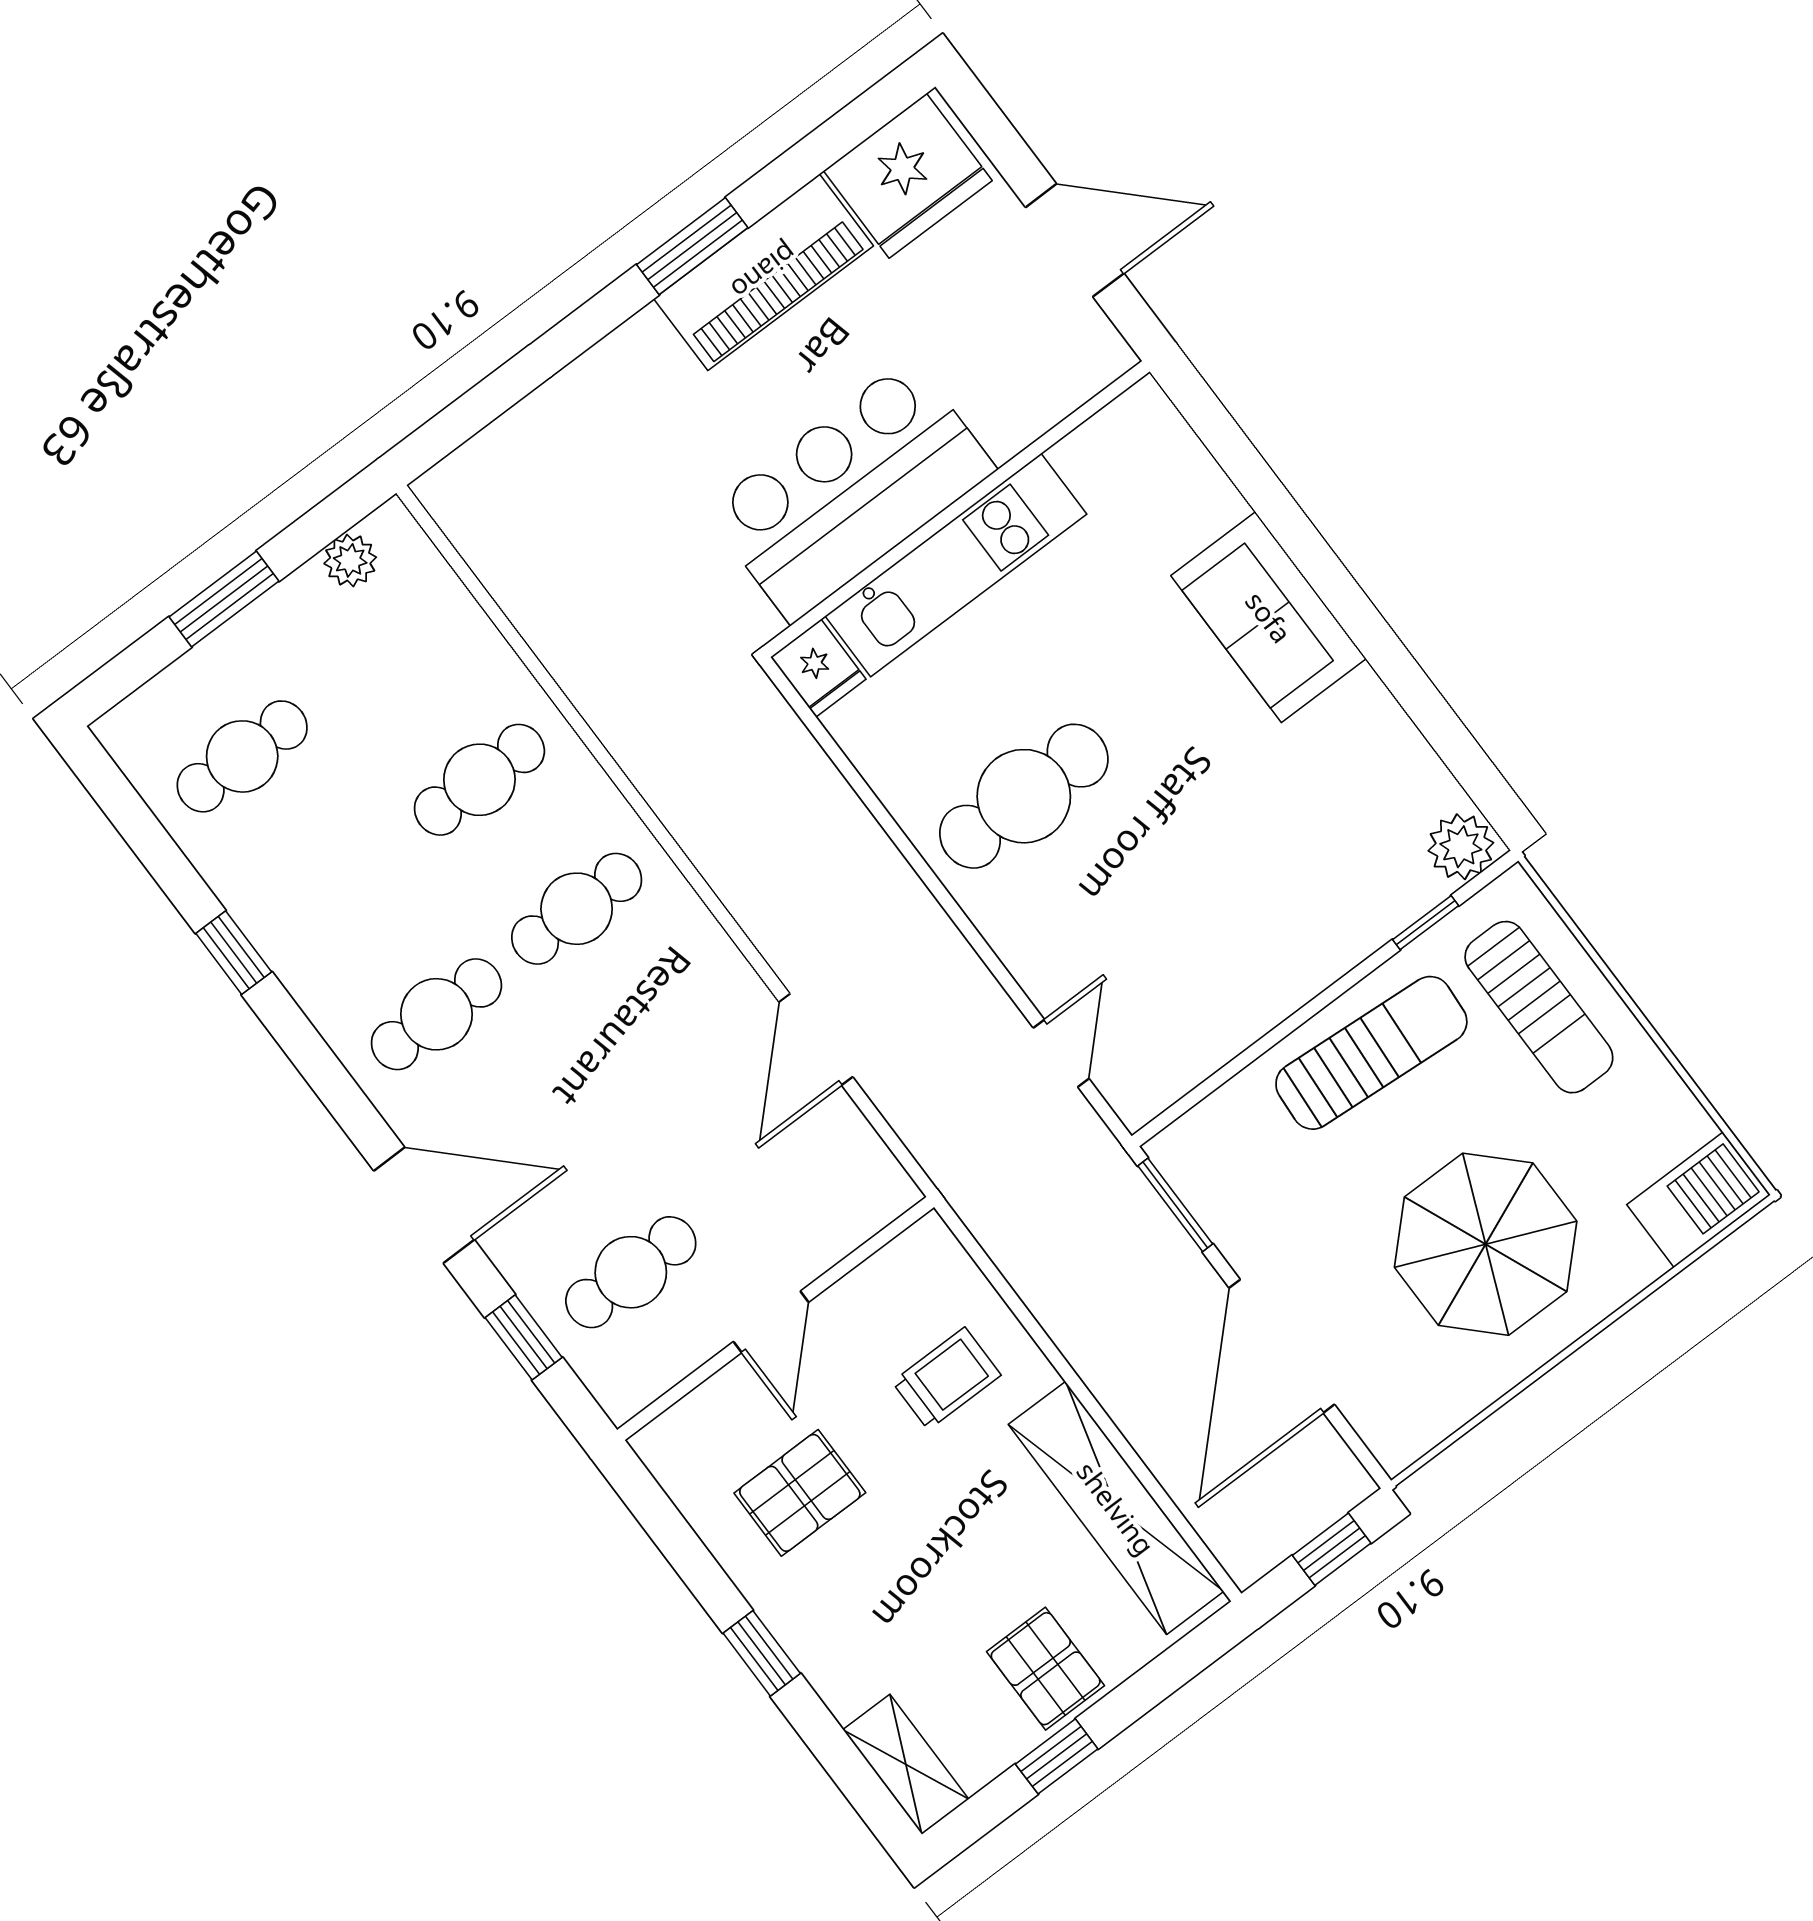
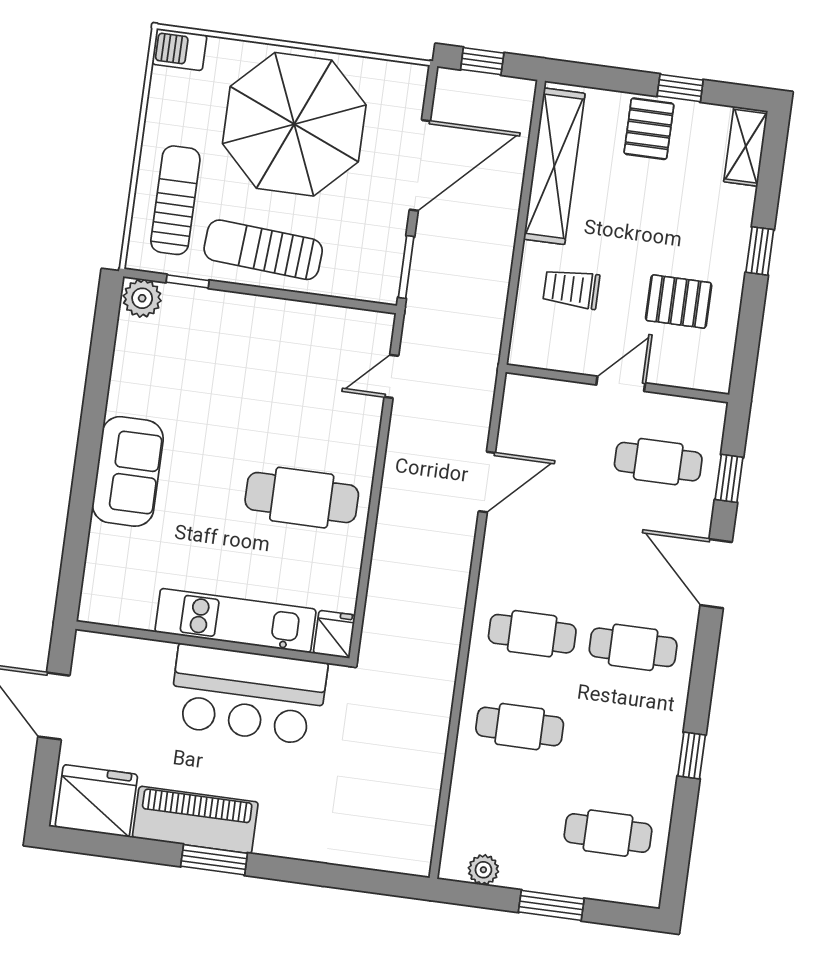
barbecue: (1699, 1200) -> (179, 50), width x0.73, depth x0.79
parasol: (1486, 1244) -> (294, 124), width x1.36, depth x1.36

